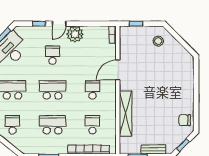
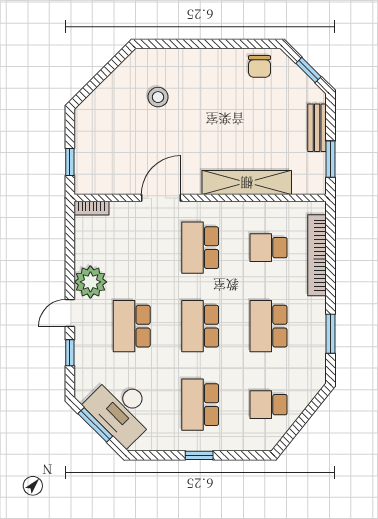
door: (59, 24) -> (70, 313), swing flipped
stool: (158, 41) -> (158, 97), moved
school desk: (52, 55) -> (132, 326), width x1.85
door: (118, 70) -> (161, 198), swing flipped
school desk: (92, 90) -> (200, 248), width x1.85

